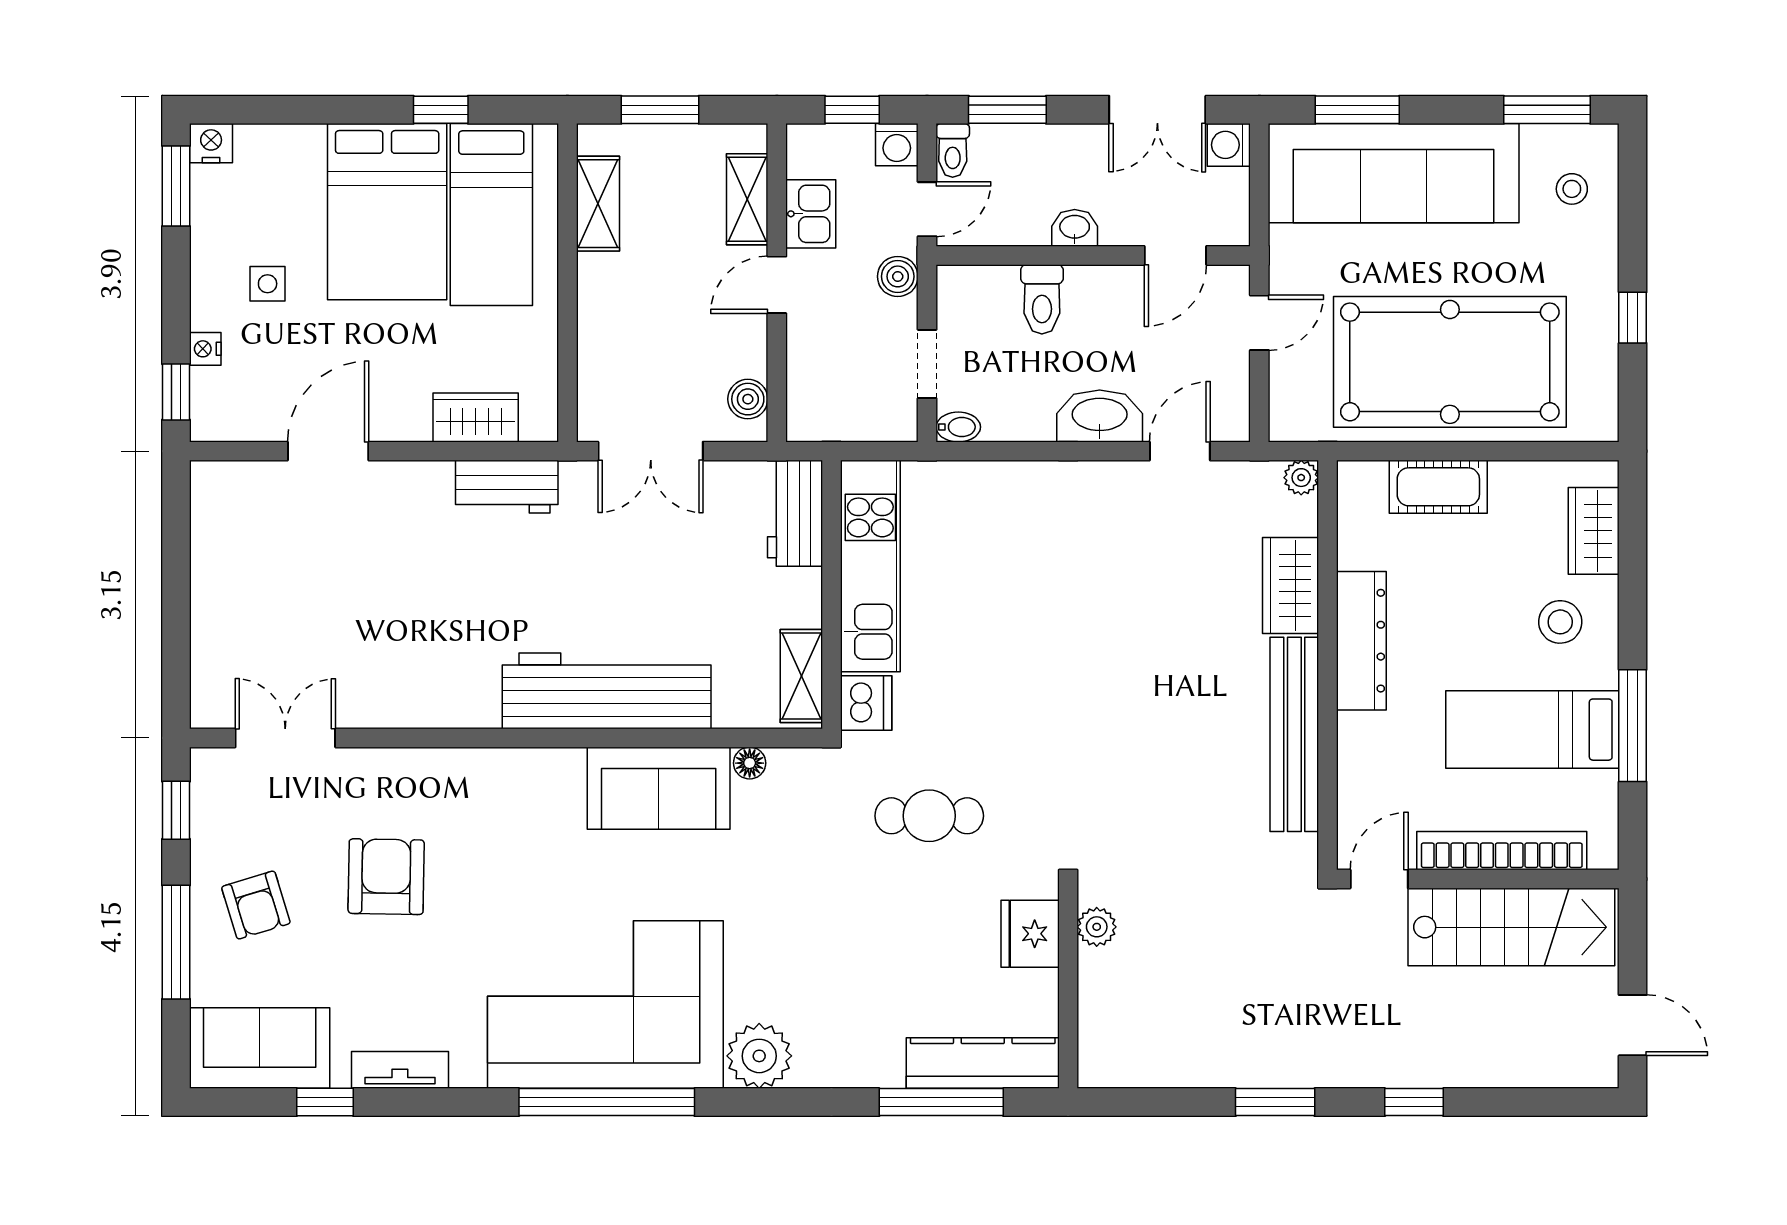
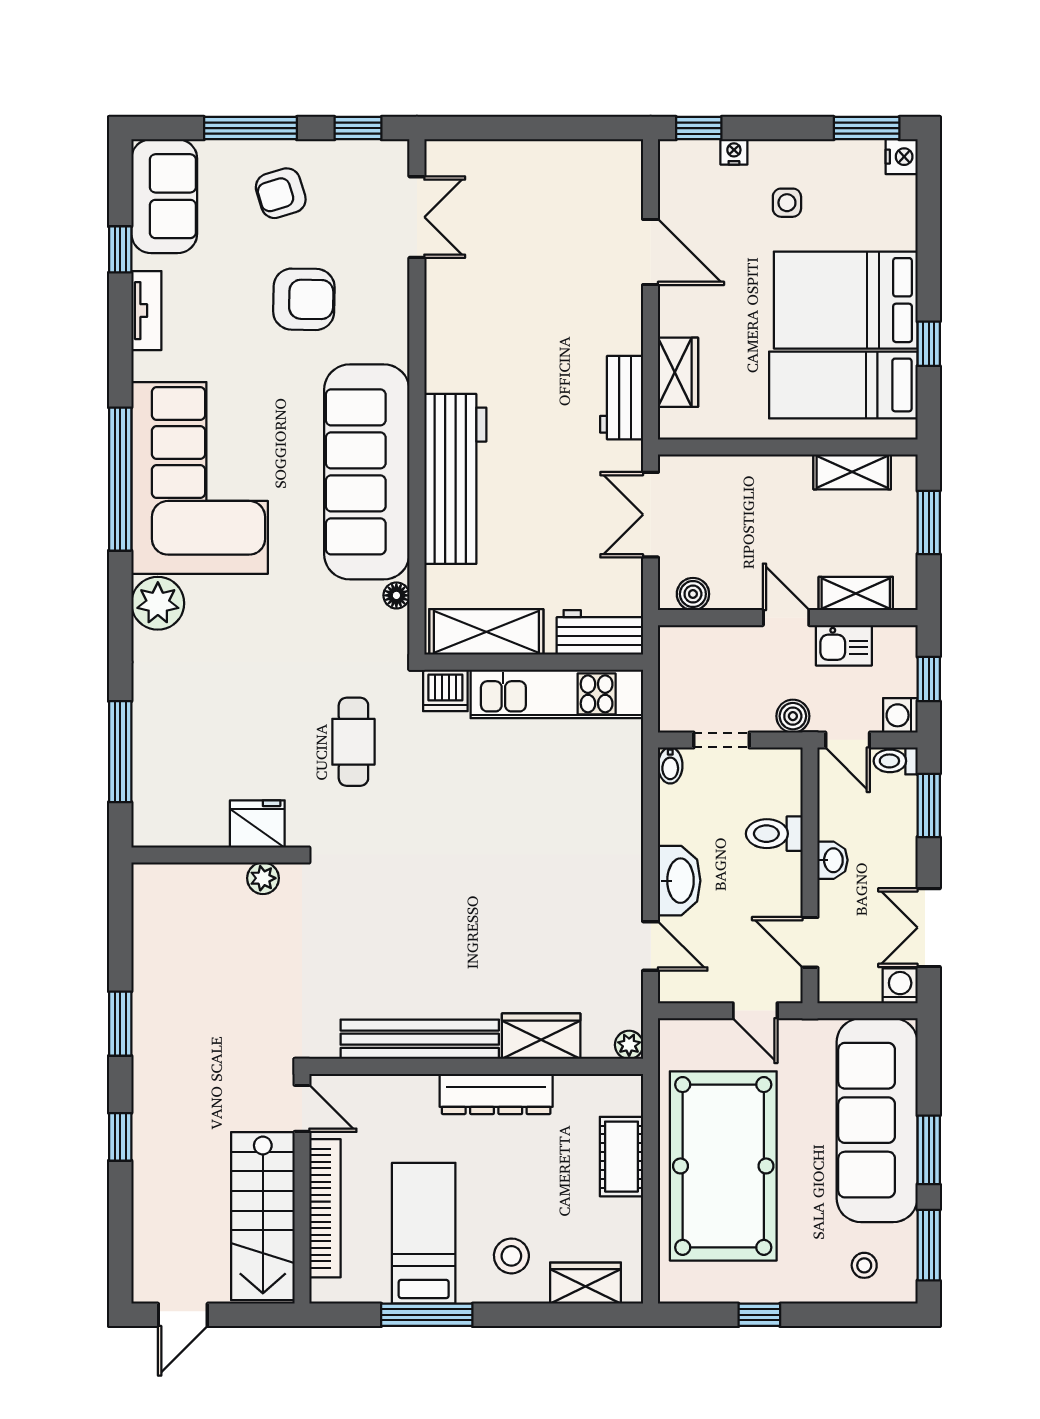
window: (1357, 110) -> (929, 1150), moved
shelving: (801, 676) -> (486, 632), width x1.50, depth x1.33
sofa: (659, 788) -> (367, 472), width x1.85, depth x1.27
kitchen counter: (983, 1063) -> (152, 785), removed

